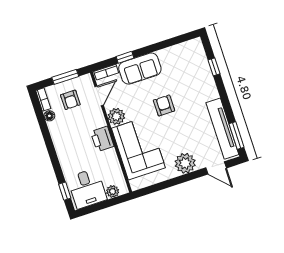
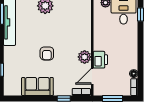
sofa: (140, 69) -> (37, 86), moved
armchair: (70, 100) -> (114, 80), removed
printer: (102, 139) -> (100, 60), moved
corner sofa: (138, 148) -> (76, 28), removed

